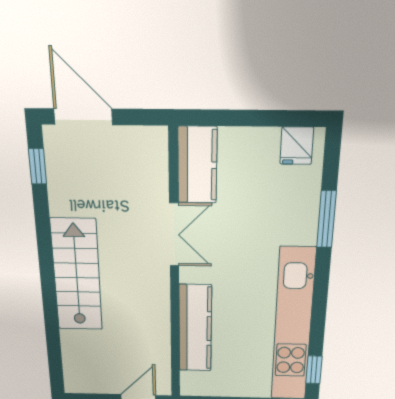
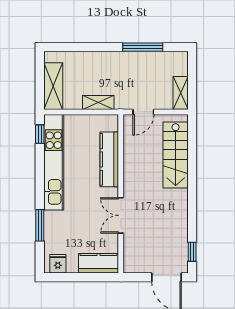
kitchen counter: (197, 165) -> (98, 263), moved, turned 90
stairs: (77, 275) -> (176, 155), moved

